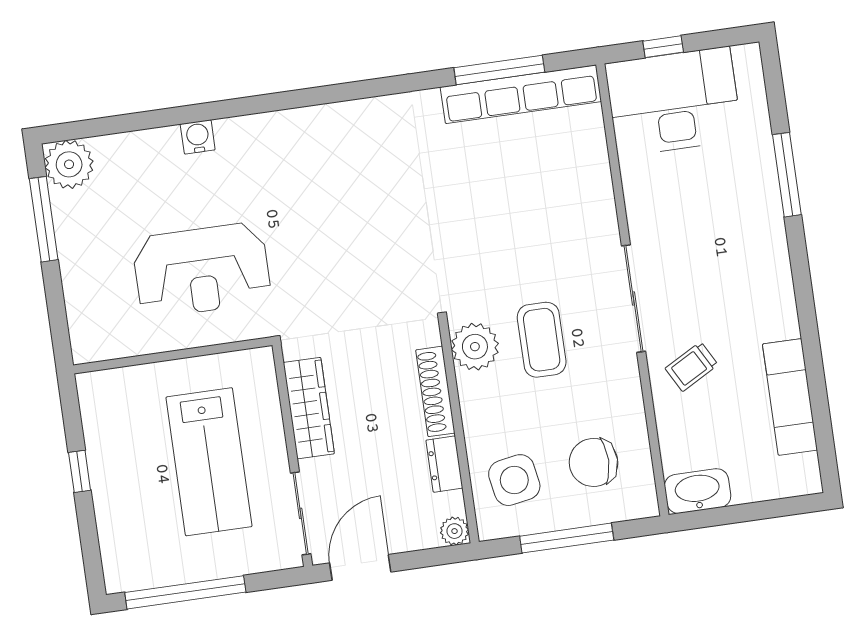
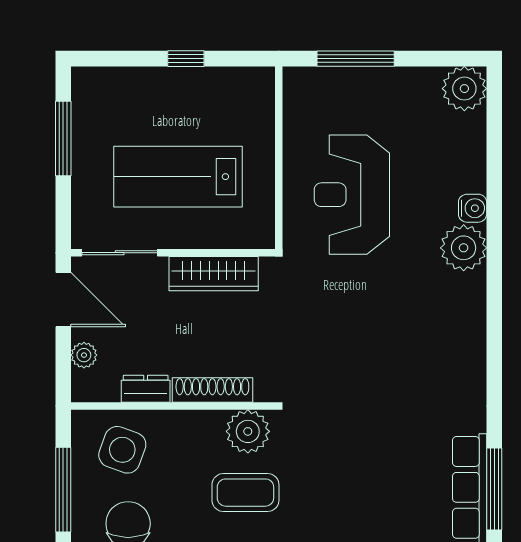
plant: (242, 141) -> (464, 248), added
window: (44, 219) -> (356, 59), moved
side table: (514, 480) -> (122, 450), turned 30
plant: (454, 531) -> (84, 355), moved
window: (185, 592) -> (63, 139), width x0.68

